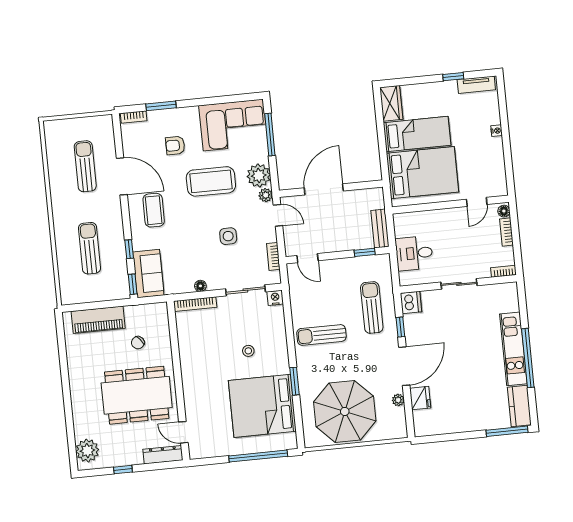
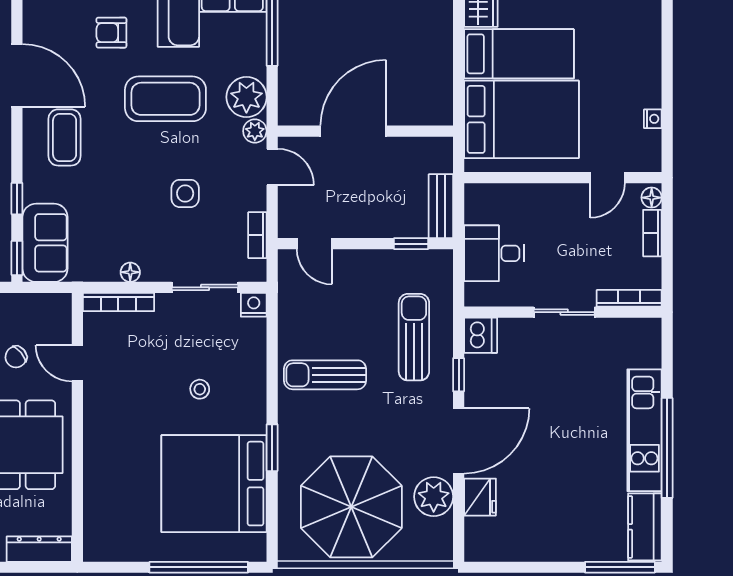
nightstand: (497, 131) -> (653, 119), moved
bookcase: (503, 271) -> (629, 298), width x1.56
plant: (398, 400) -> (434, 497), width x1.88, depth x1.88
door: (183, 432) -> (77, 363), moved

